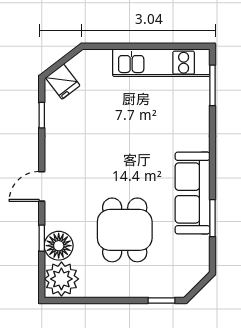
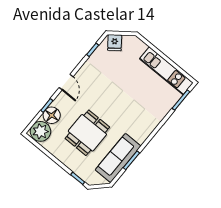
door: (42, 186) -> (66, 82), swing flipped
sofa: (192, 193) -> (118, 158), moved

